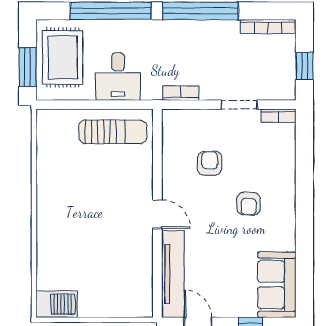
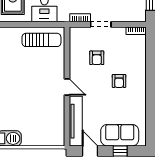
doorway: (239, 105) -> (101, 24), moved
armchair: (210, 163) -> (97, 58), turned 180
sofa: (277, 285) -> (120, 135), moved, turned 90

